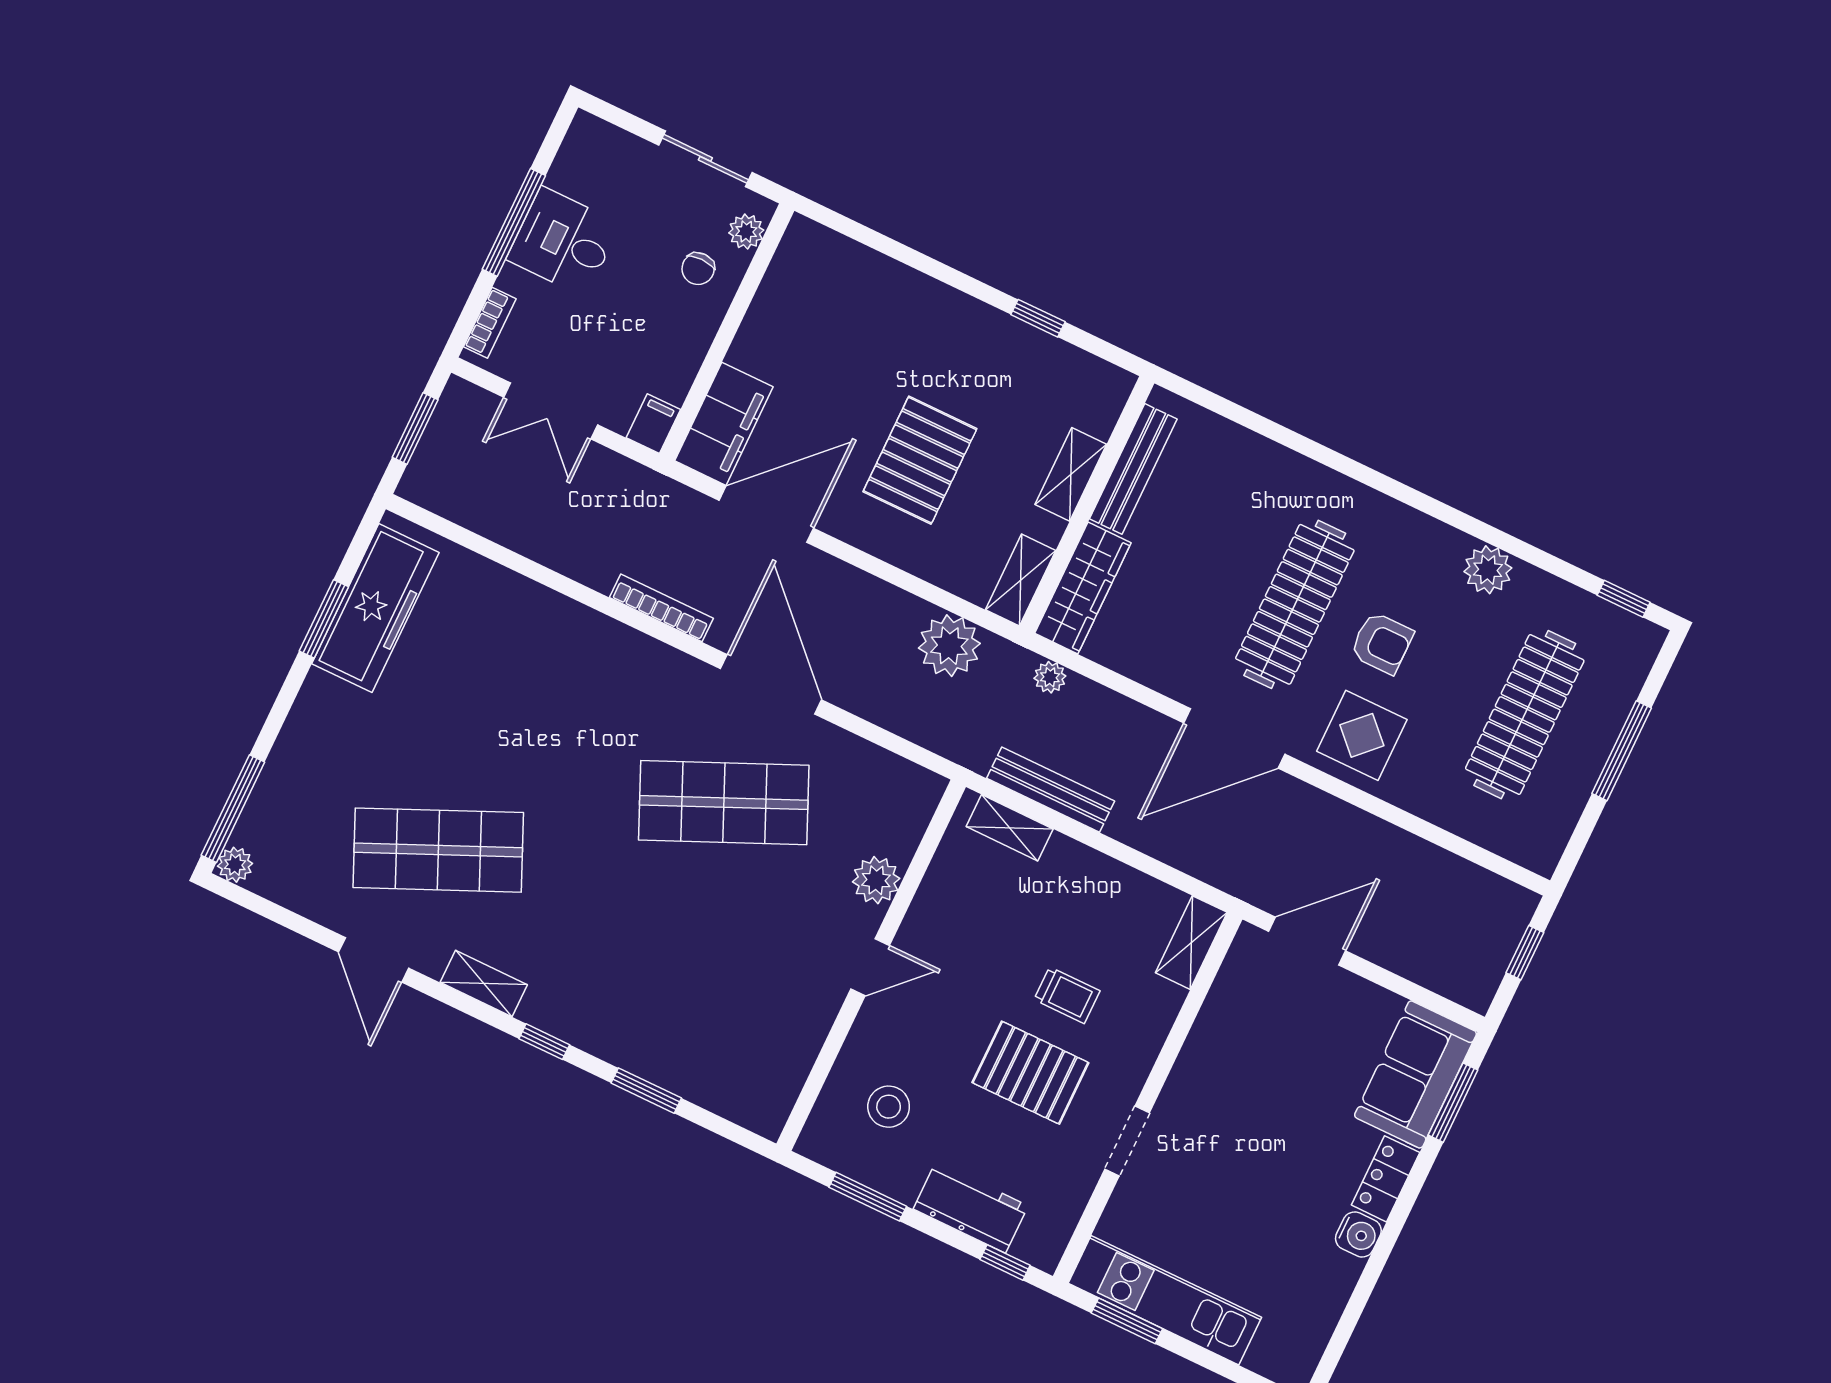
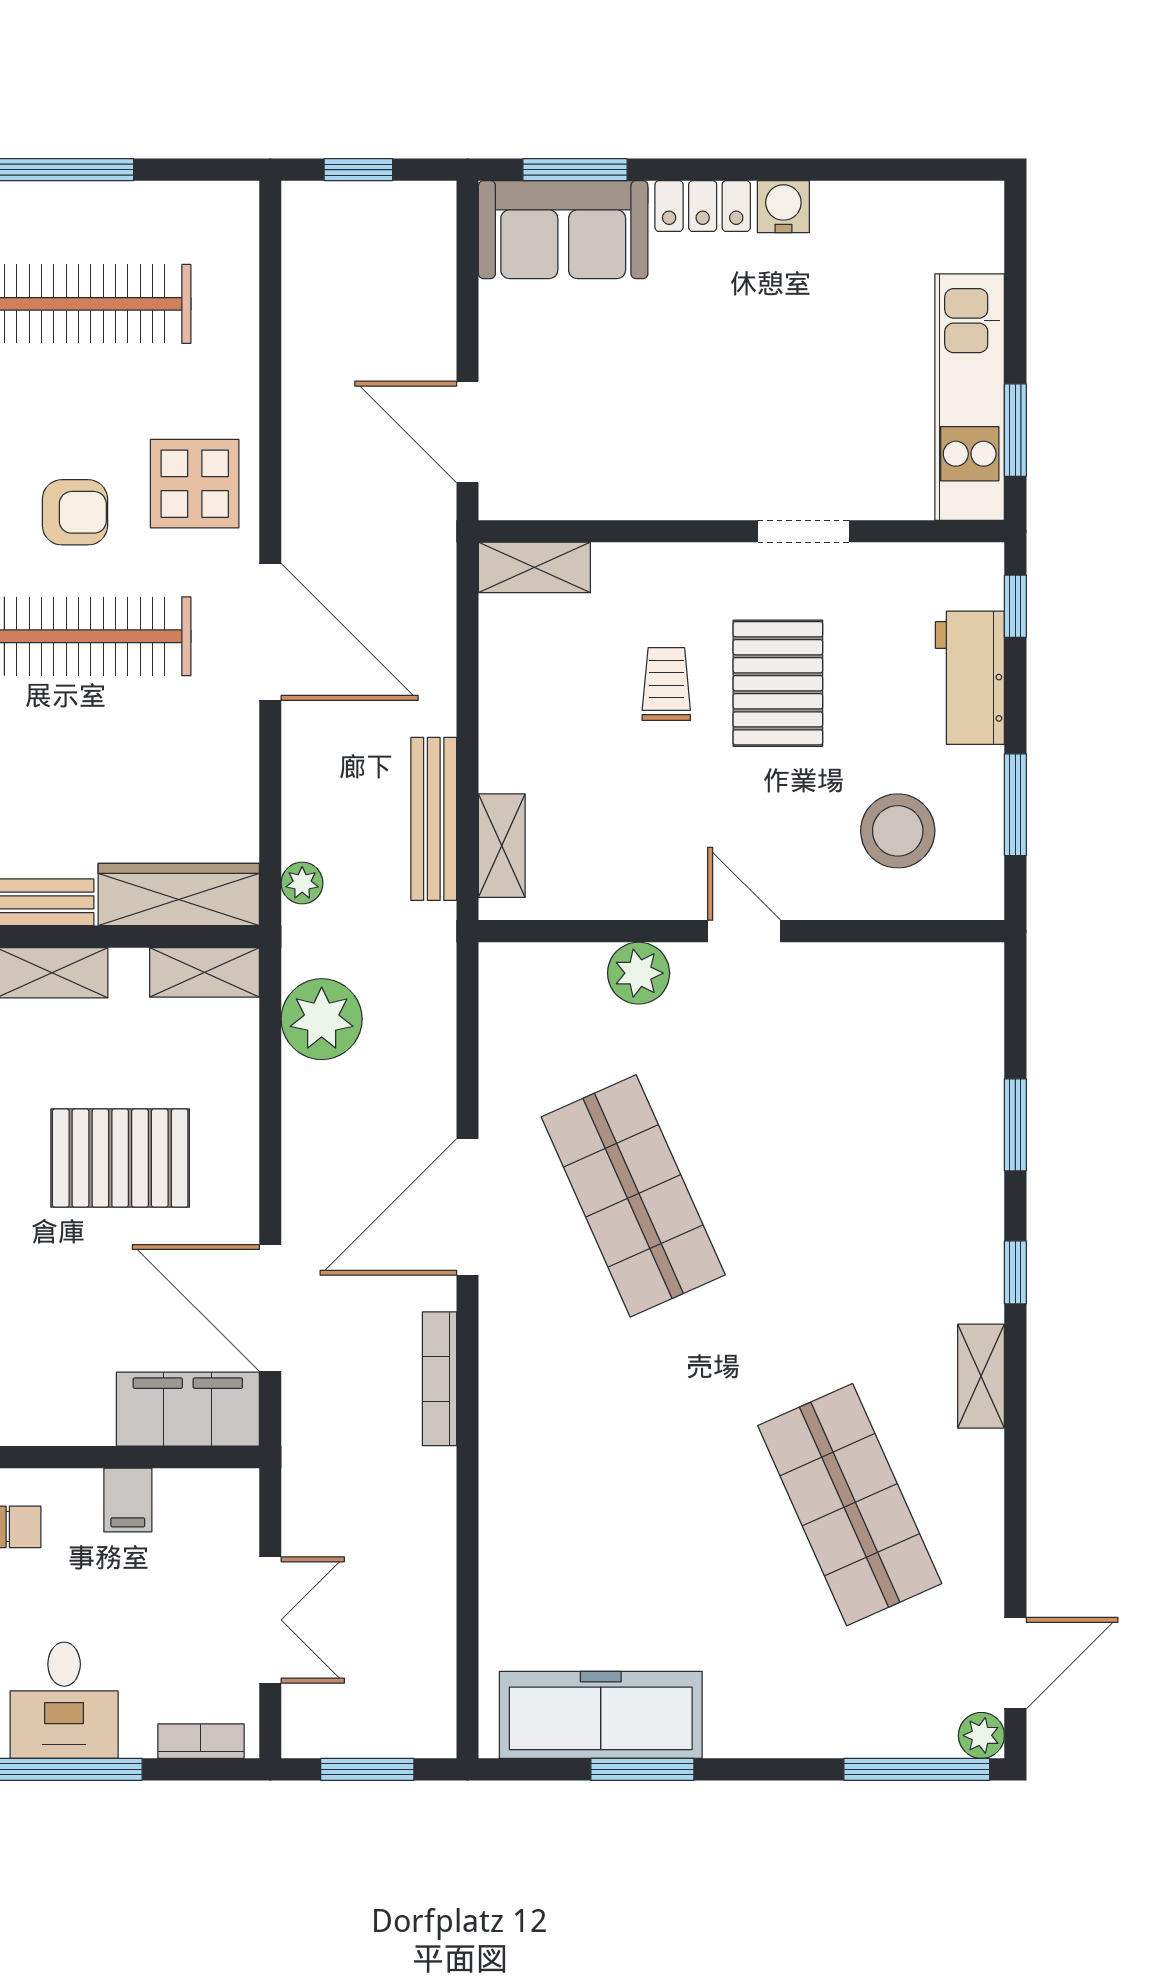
filing cabinet: (653, 424) -> (128, 1500), moved, turned -90
armchair: (1382, 643) -> (75, 512), turned 90
door: (374, 960) -> (1015, 1663), moved
stool: (889, 1107) -> (898, 831), width x1.38, depth x1.38

